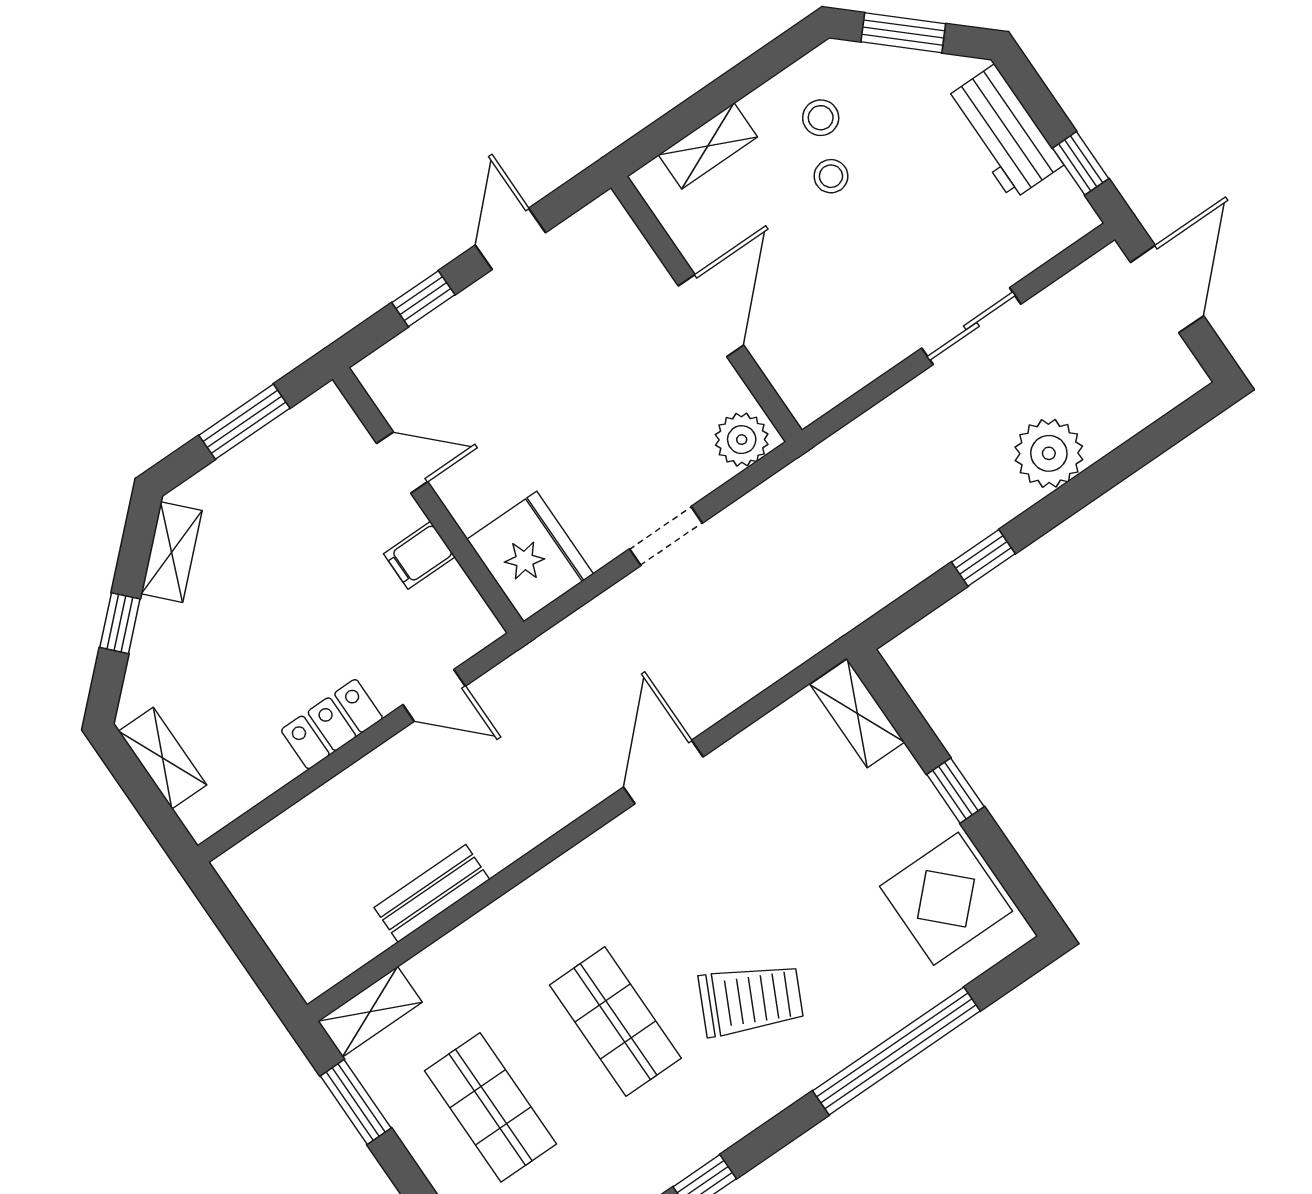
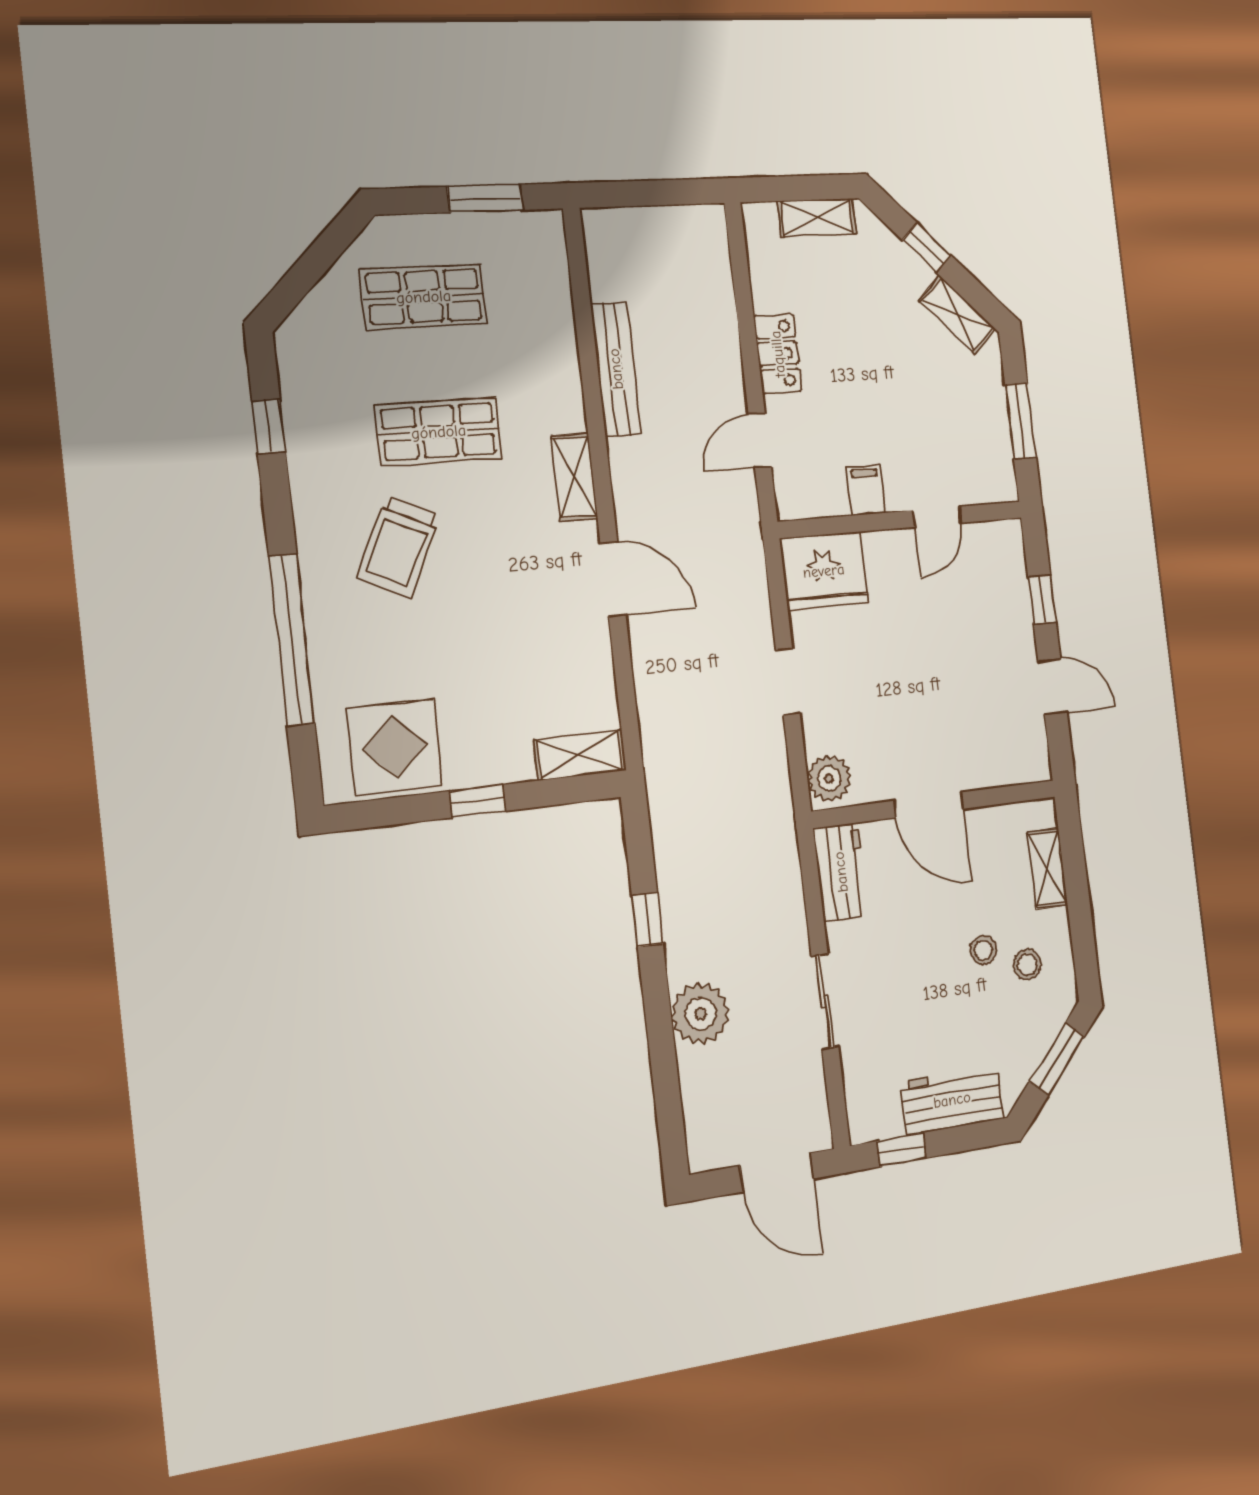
workbench: (831, 377) -> (841, 872), added
bench: (432, 894) -> (616, 369), width x1.36
shelving: (370, 1012) -> (574, 477), moved

